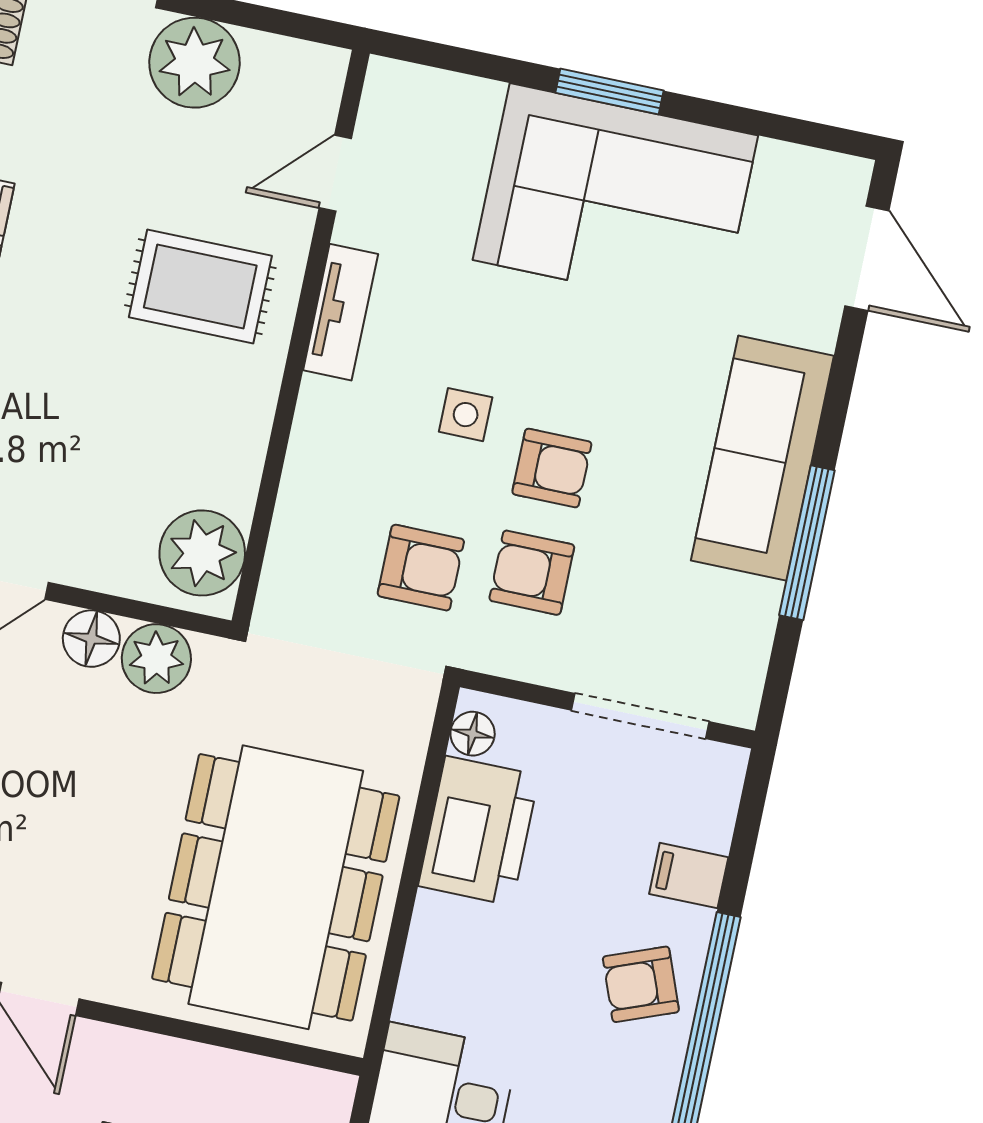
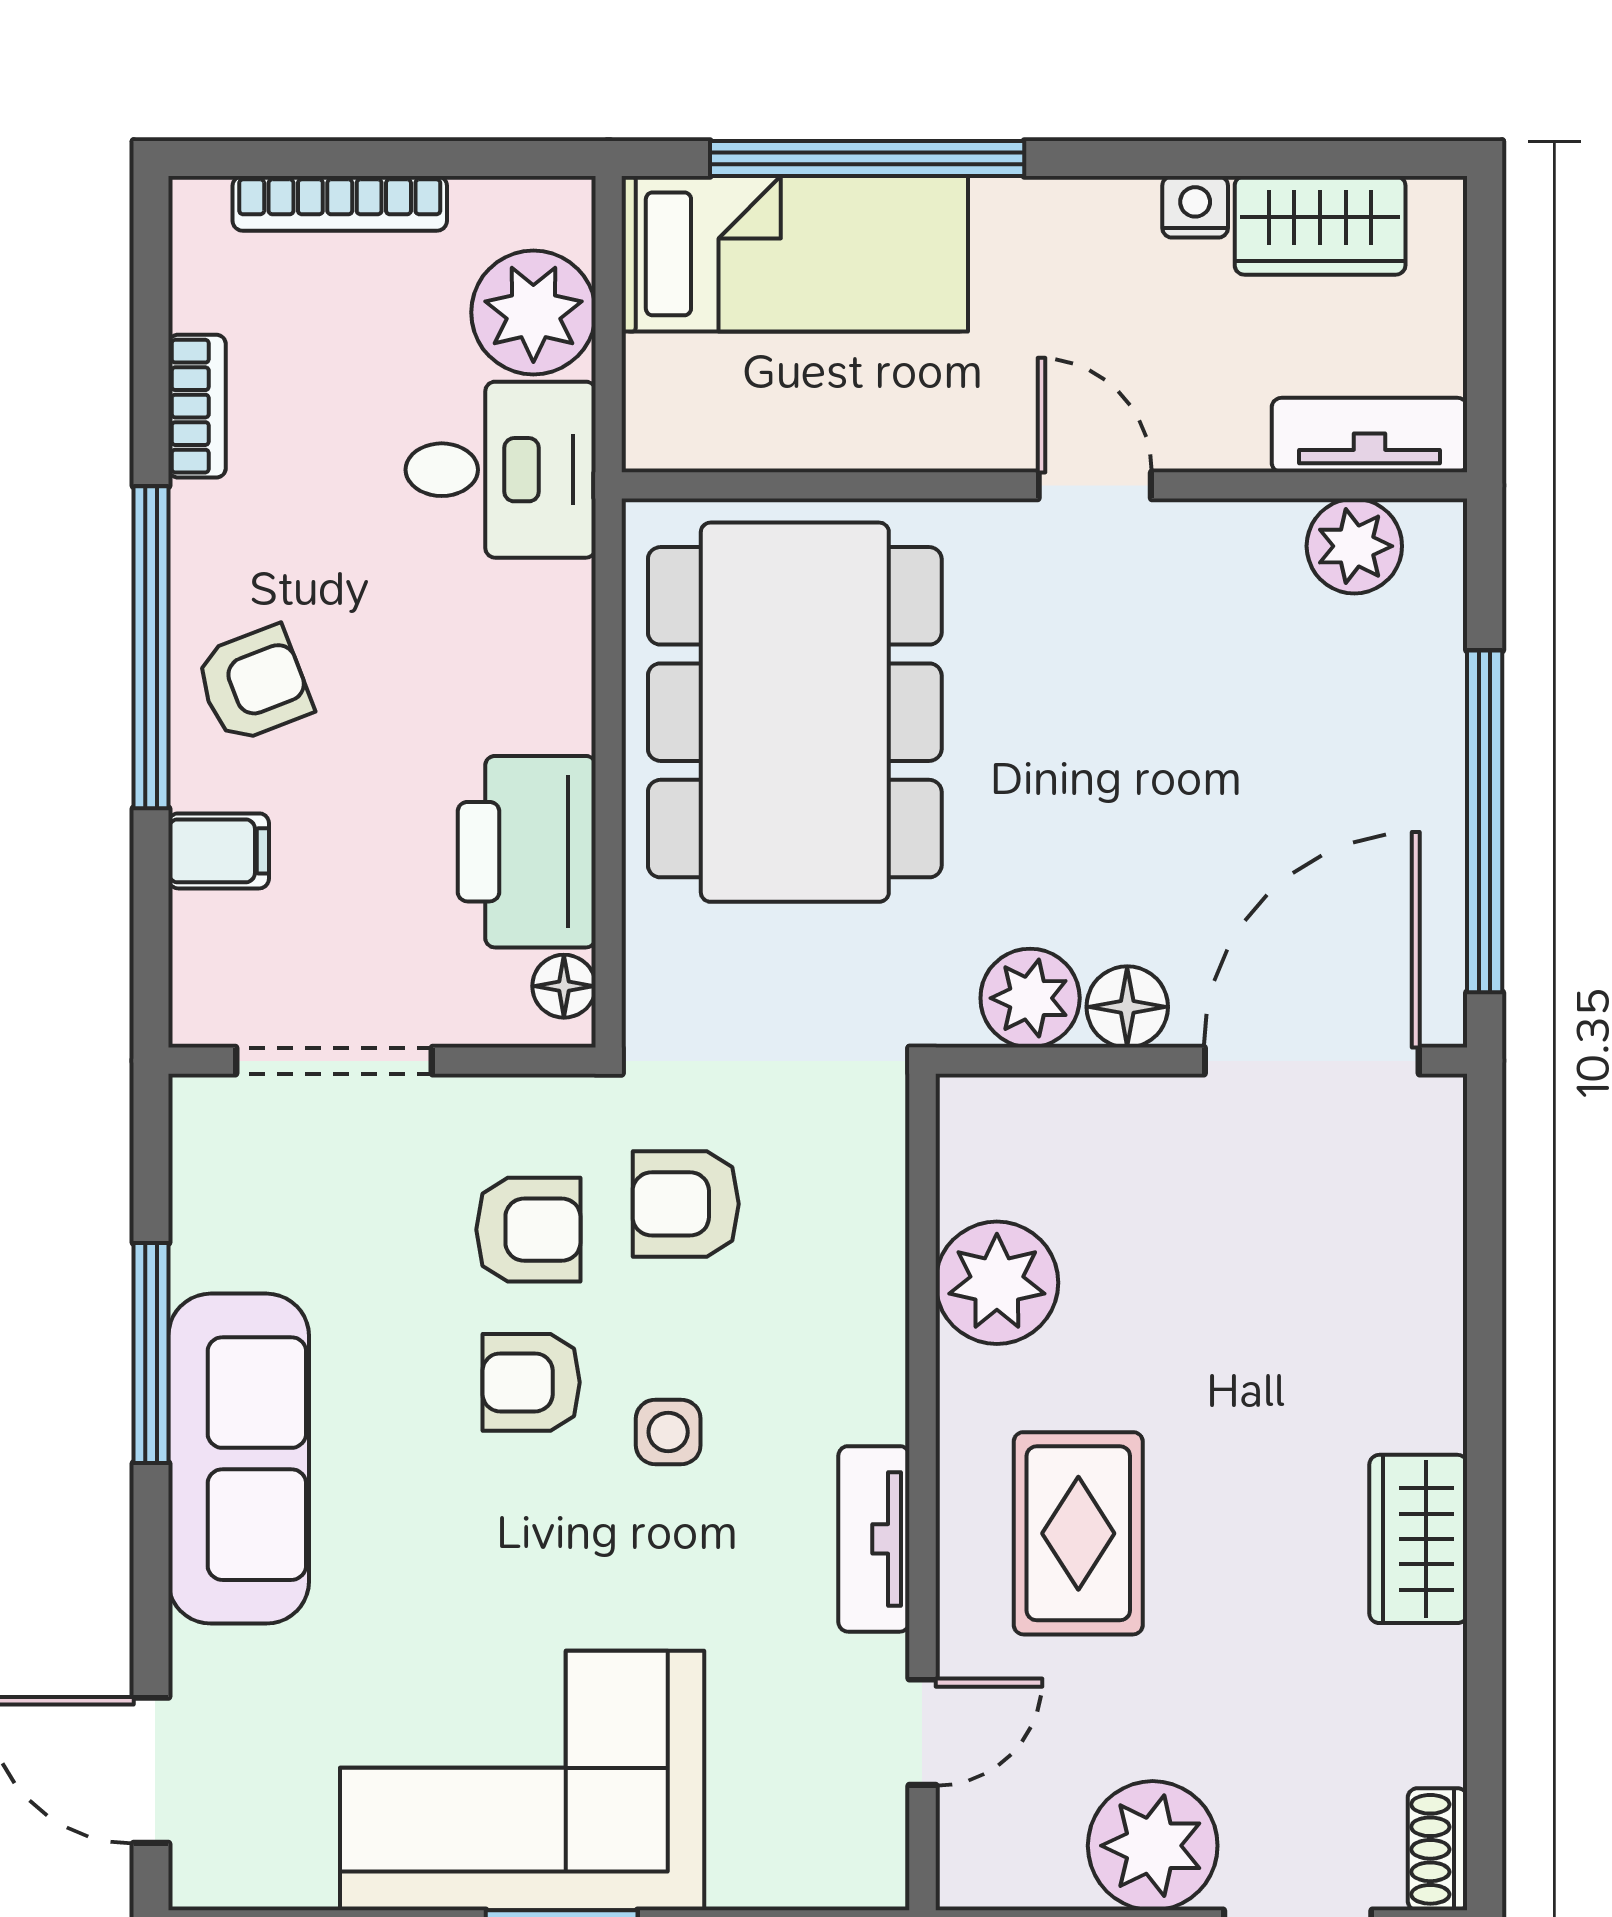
rug: (200, 287) -> (1078, 1533), turned 90
plant: (202, 553) -> (997, 1283), moved

